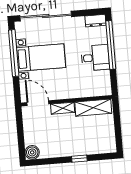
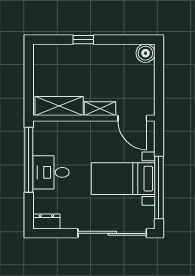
window: (111, 45) -> (29, 160), moved

